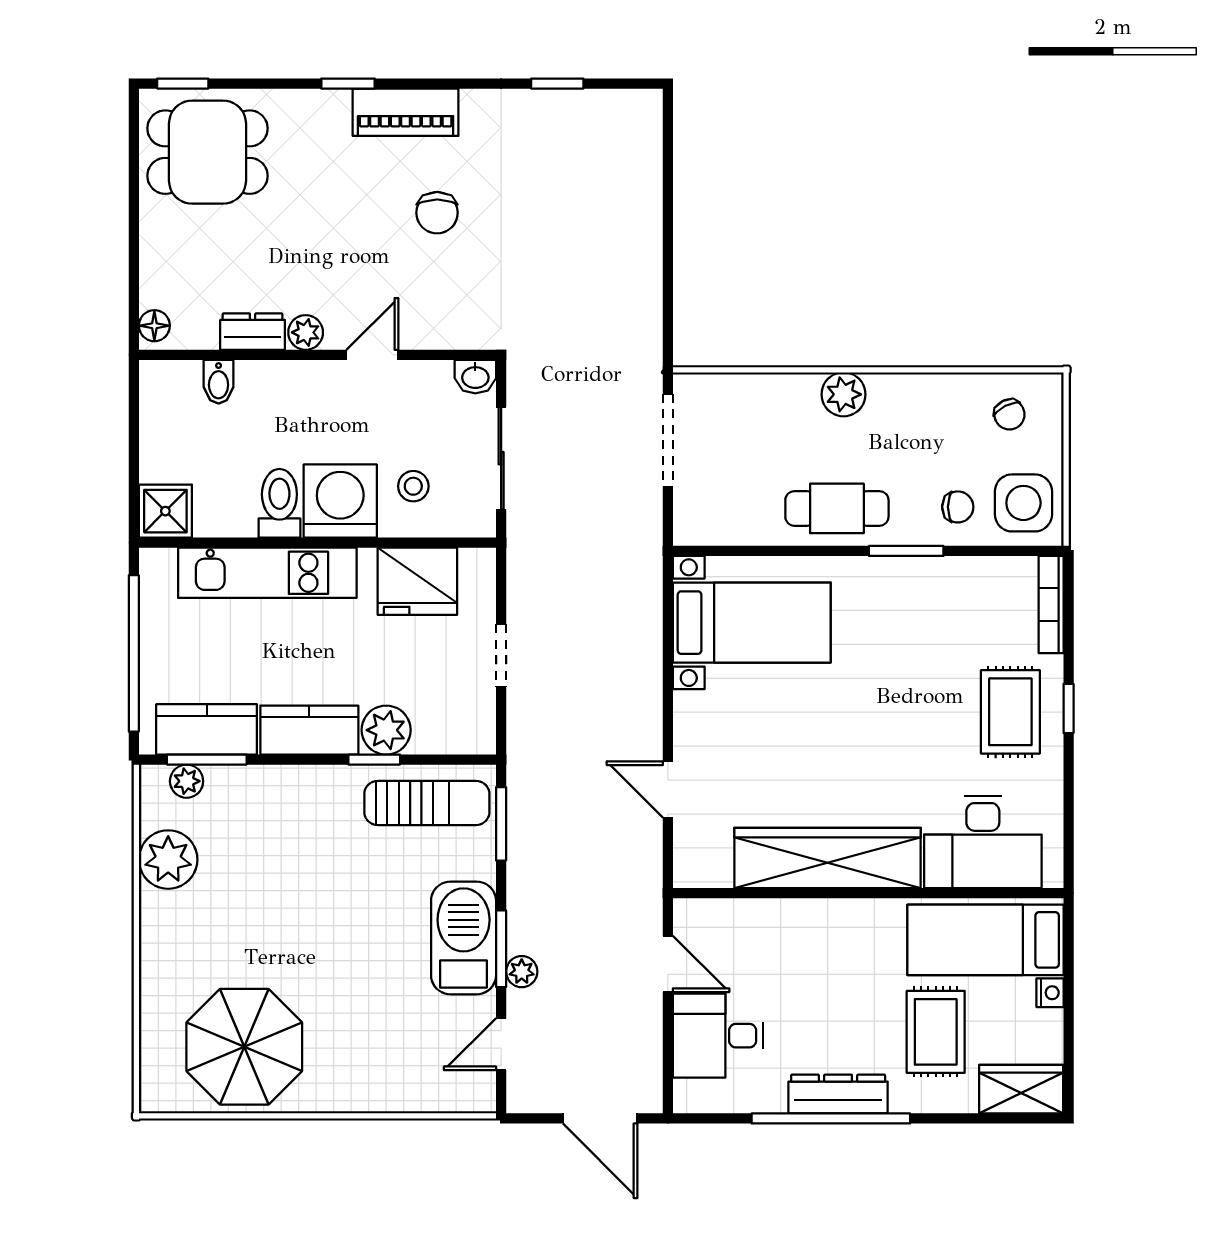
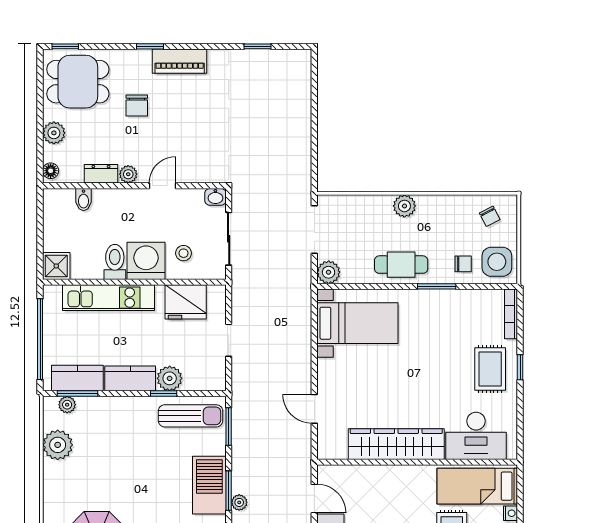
chair: (437, 213) -> (137, 106), moved
plant: (161, 252) -> (54, 133), added
plant: (696, 523) -> (329, 272), added

